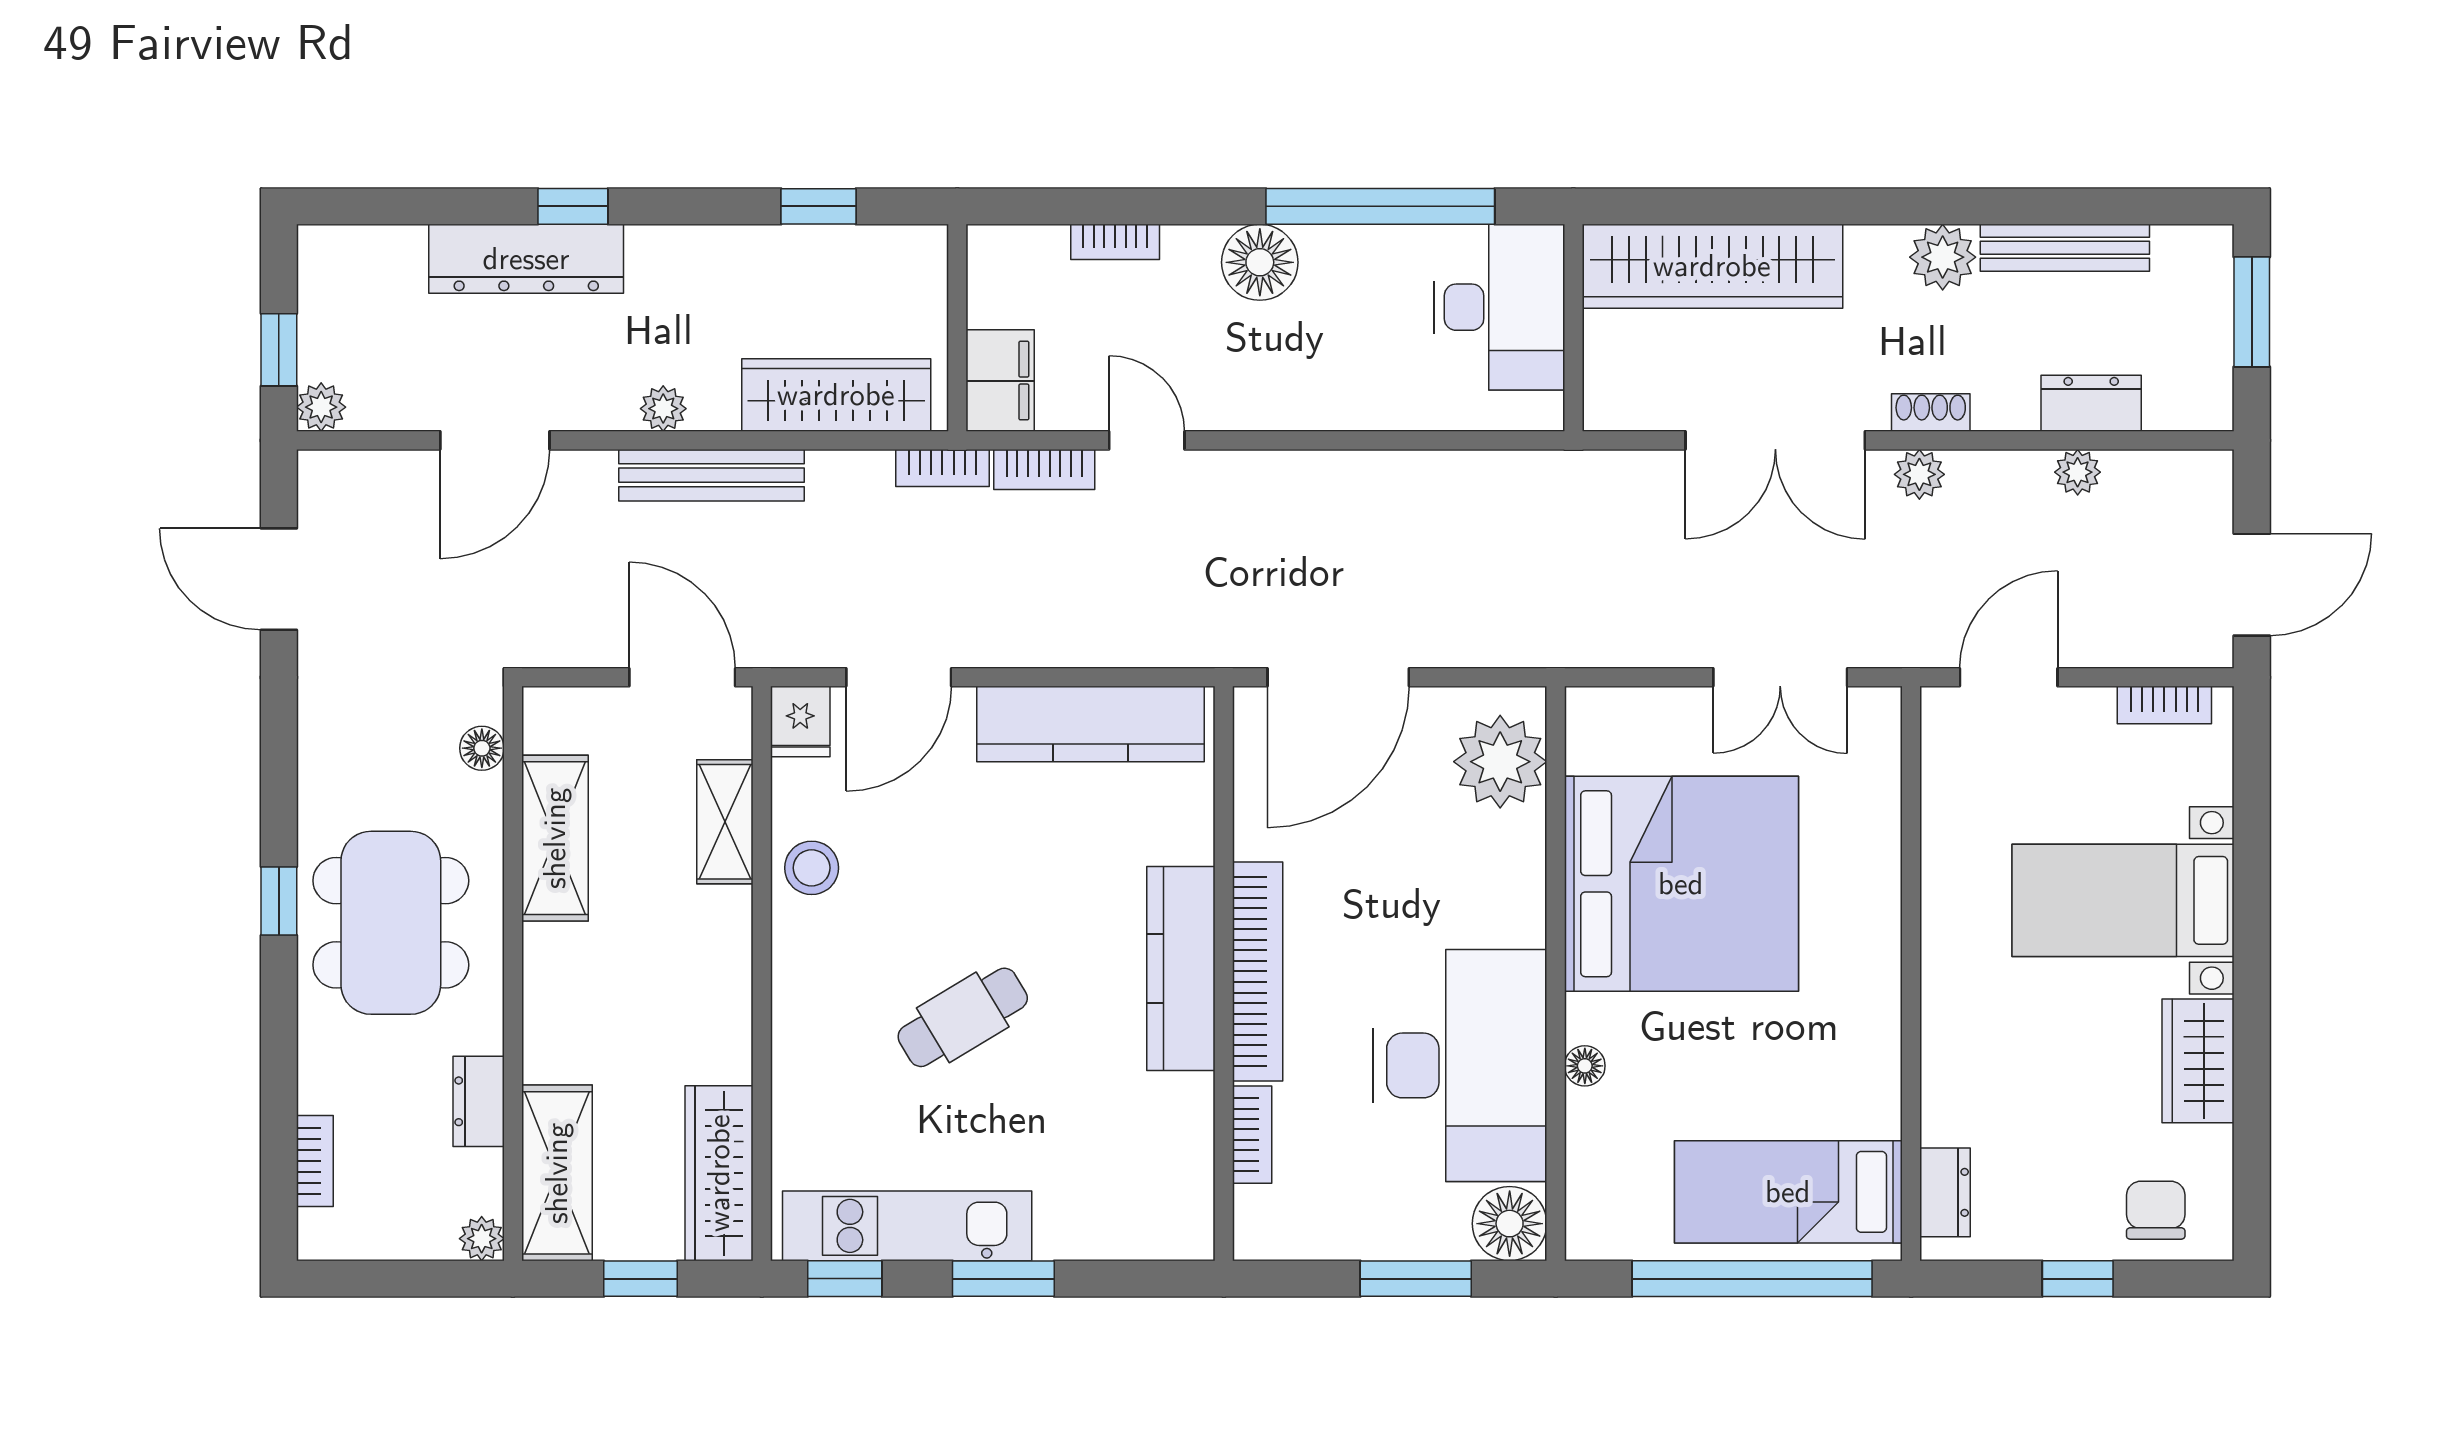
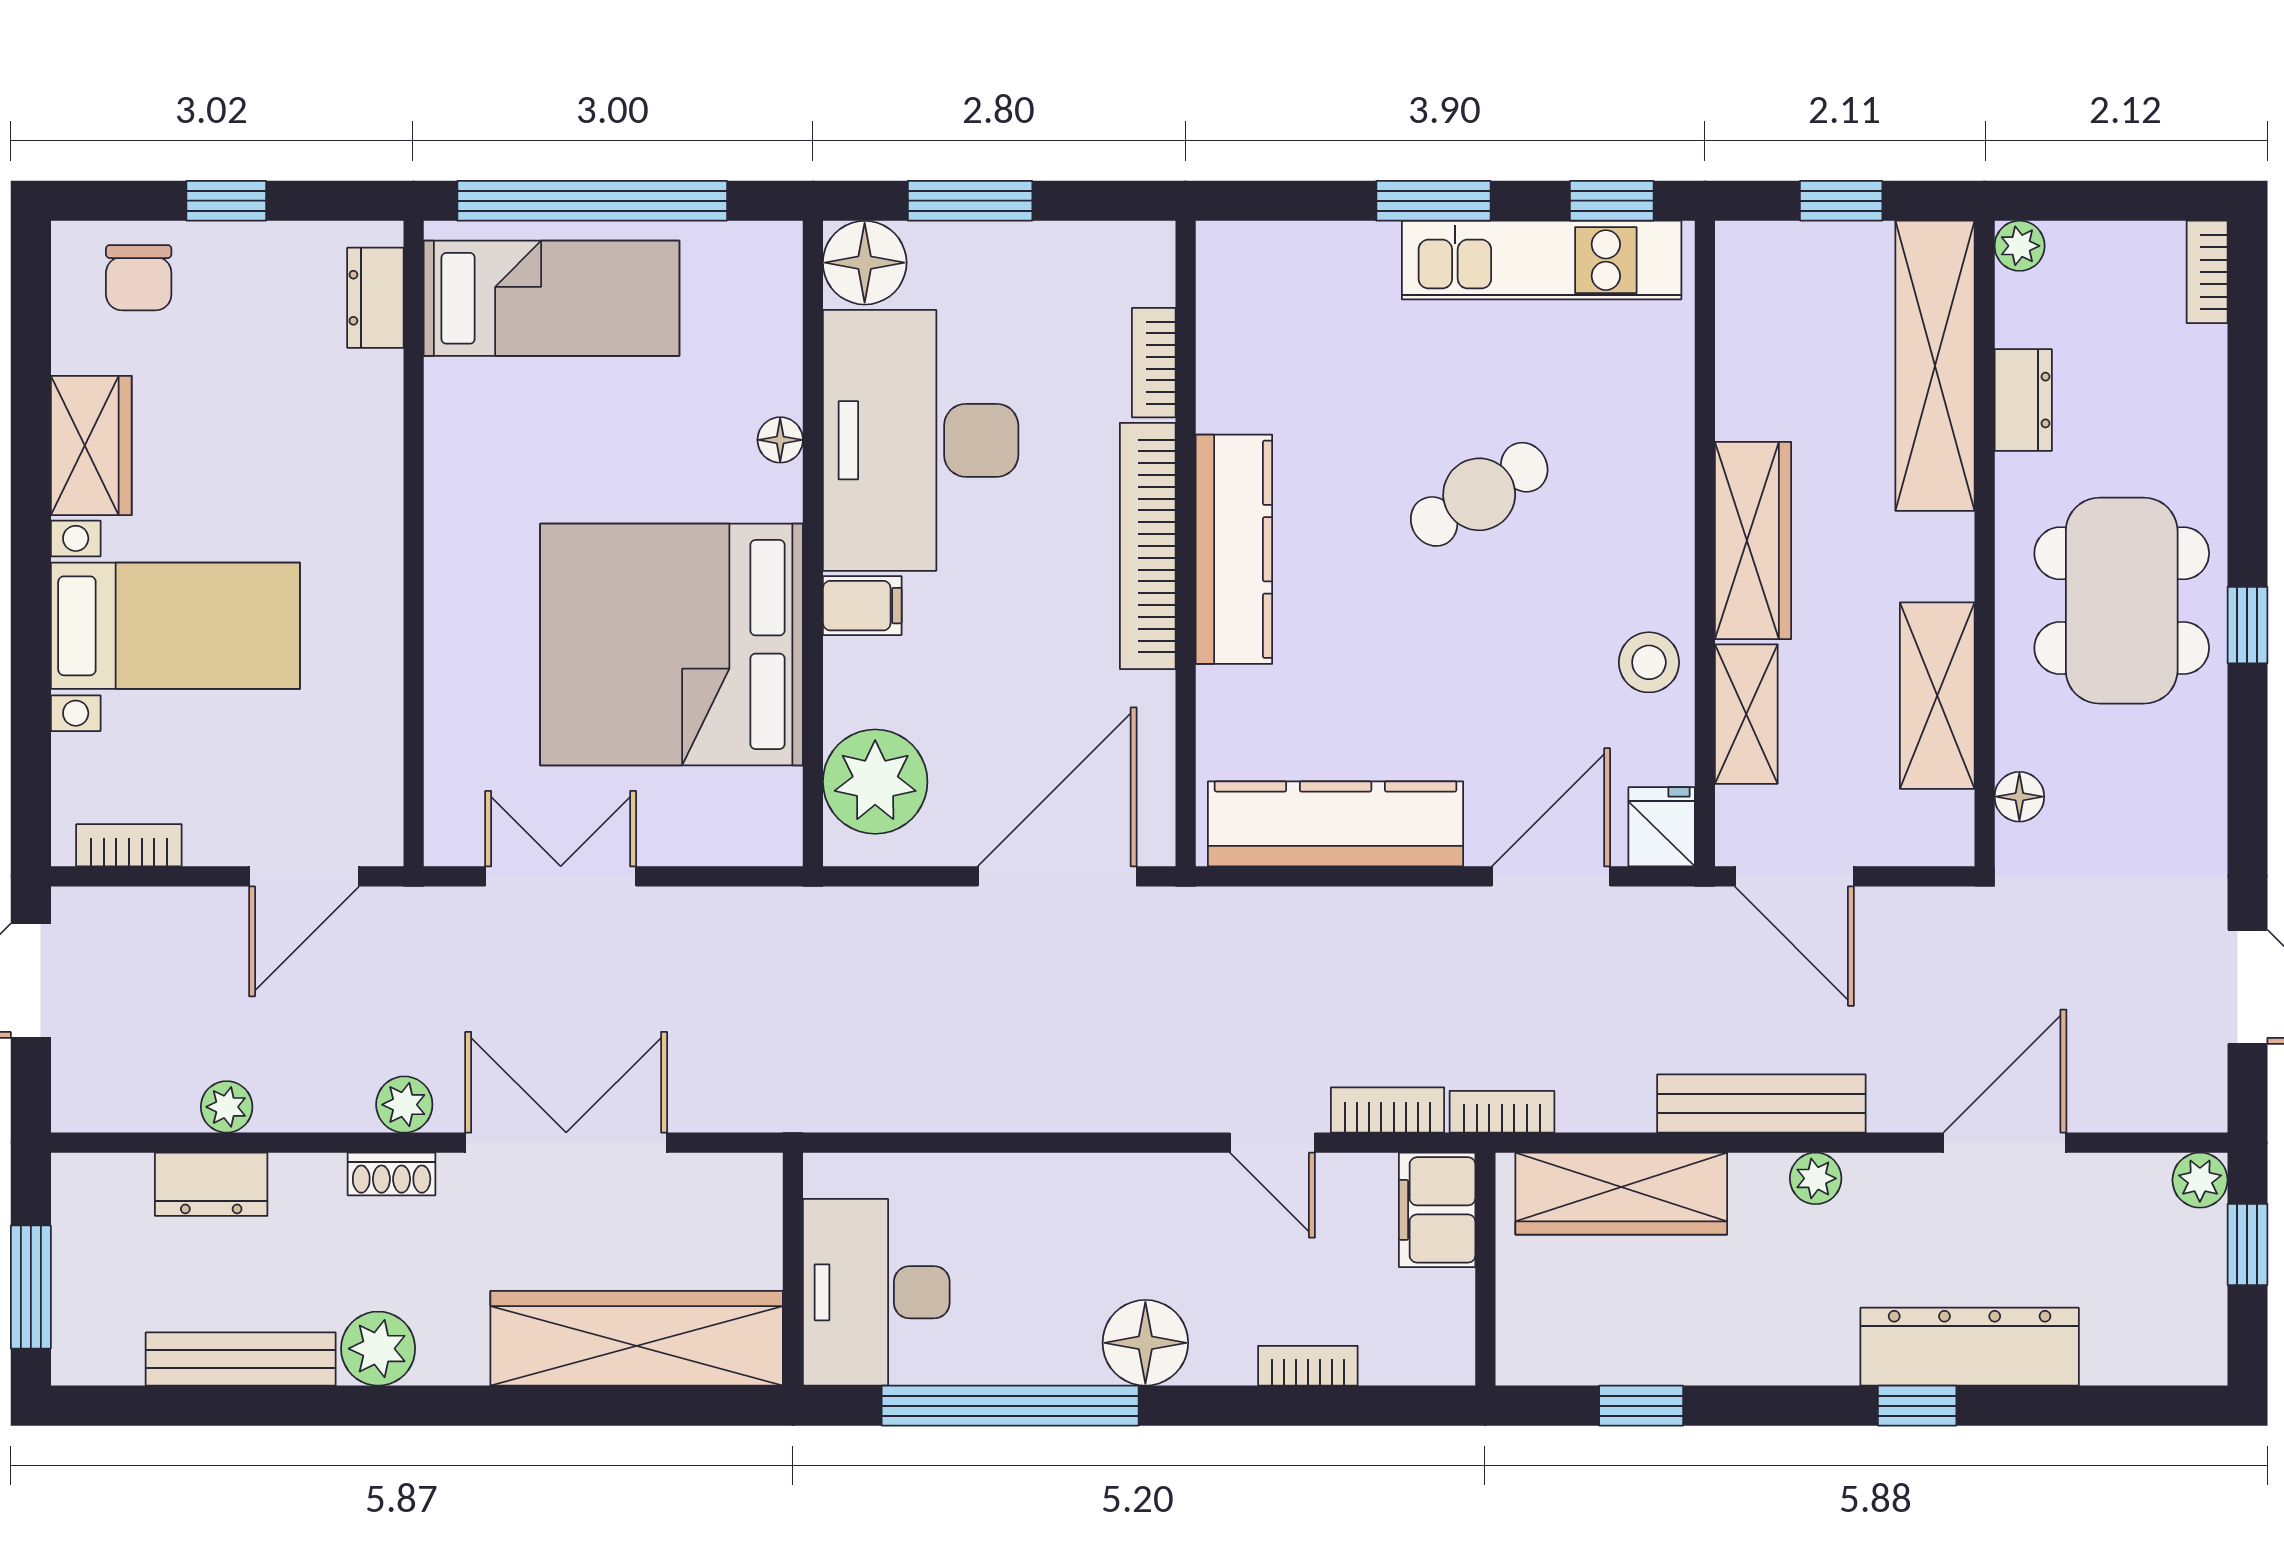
filing cabinet: (1512, 918) -> (862, 606), added
bookcase: (315, 1161) -> (2207, 272), moved
shelving: (557, 1173) -> (1935, 366), width x1.47
wardrobe: (719, 1173) -> (1753, 540), moved

